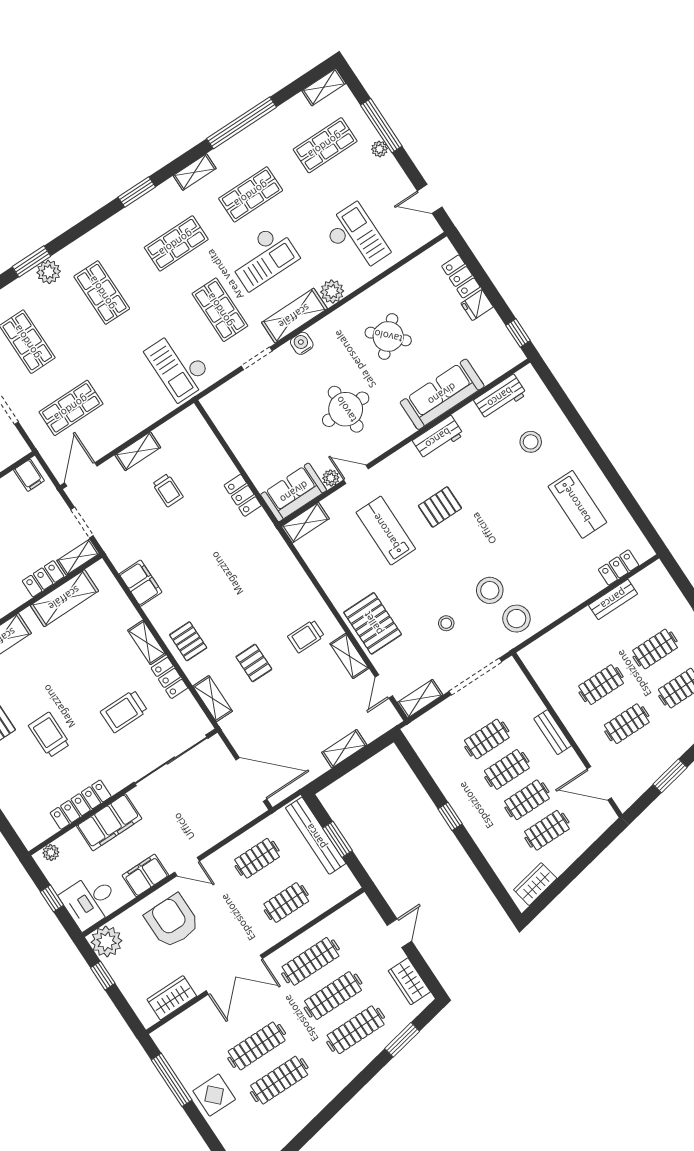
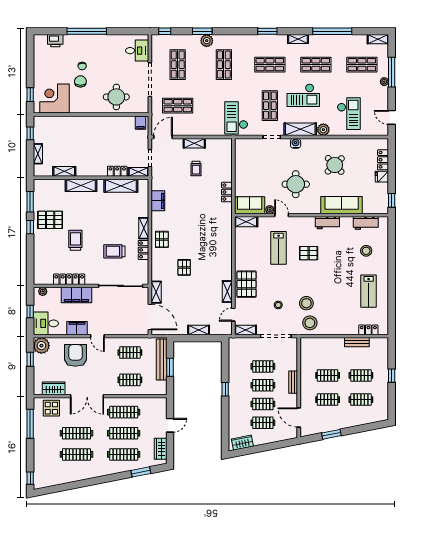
lab bench: (386, 531) -> (279, 248), turned 180
trolley: (306, 636) -> (214, 271), removed
shelving: (213, 699) -> (156, 292), moved
display table: (214, 1095) -> (51, 408), moved

